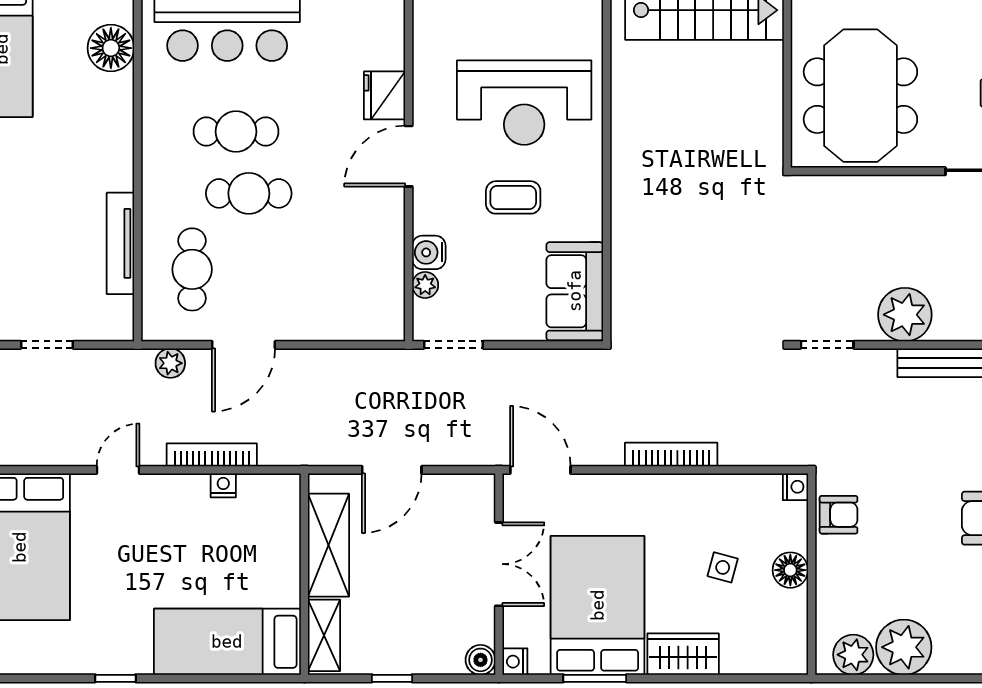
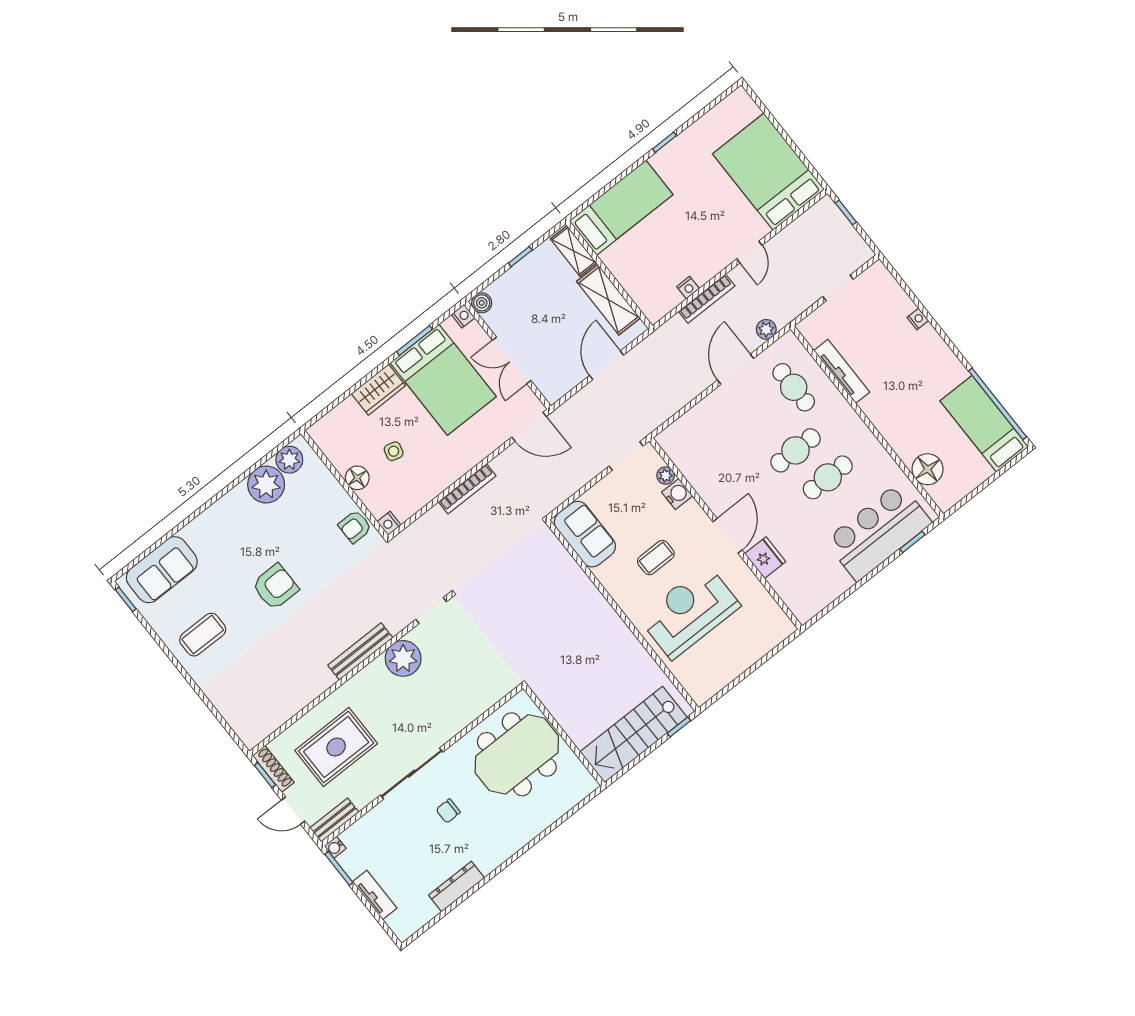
meeting table: (860, 96) -> (517, 754), turned 90

